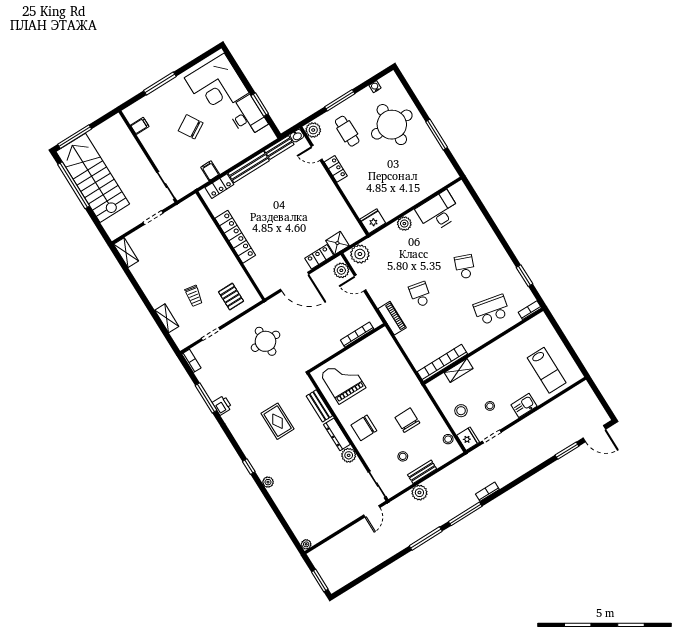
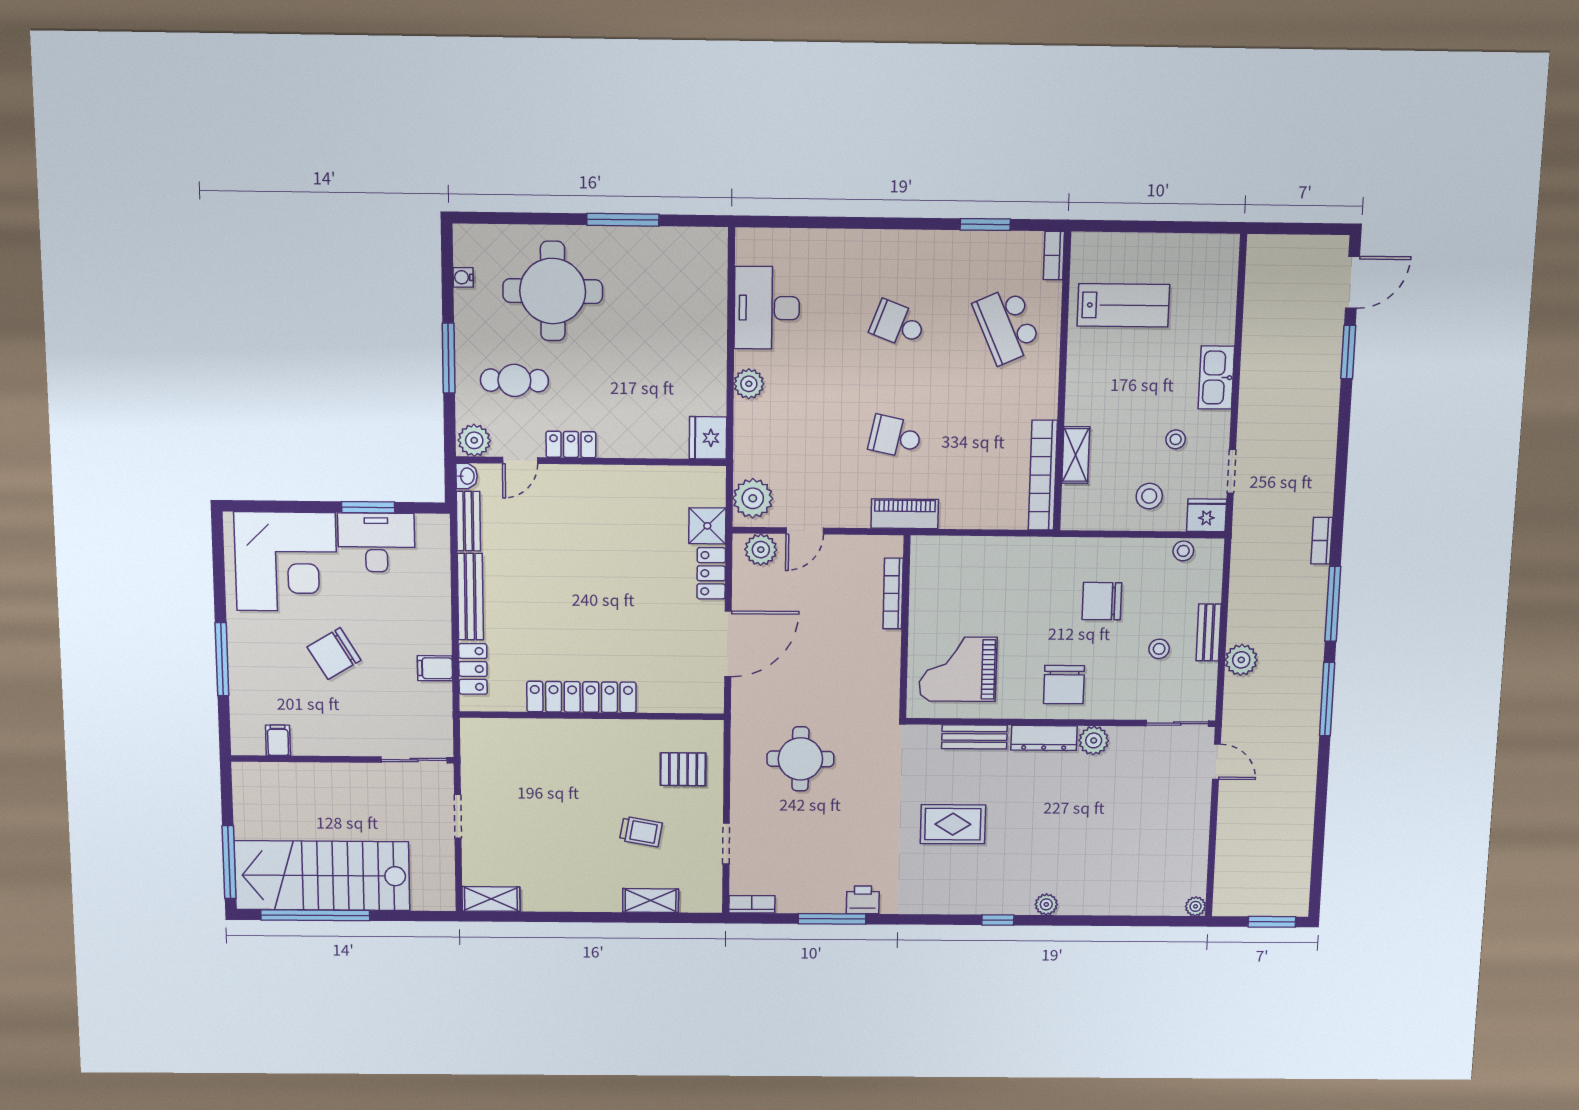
school desk: (491, 310) -> (1007, 326), turned -36
lab bench: (547, 370) -> (1123, 305), moved
kitchen sink: (524, 405) -> (1216, 378), width x1.38

